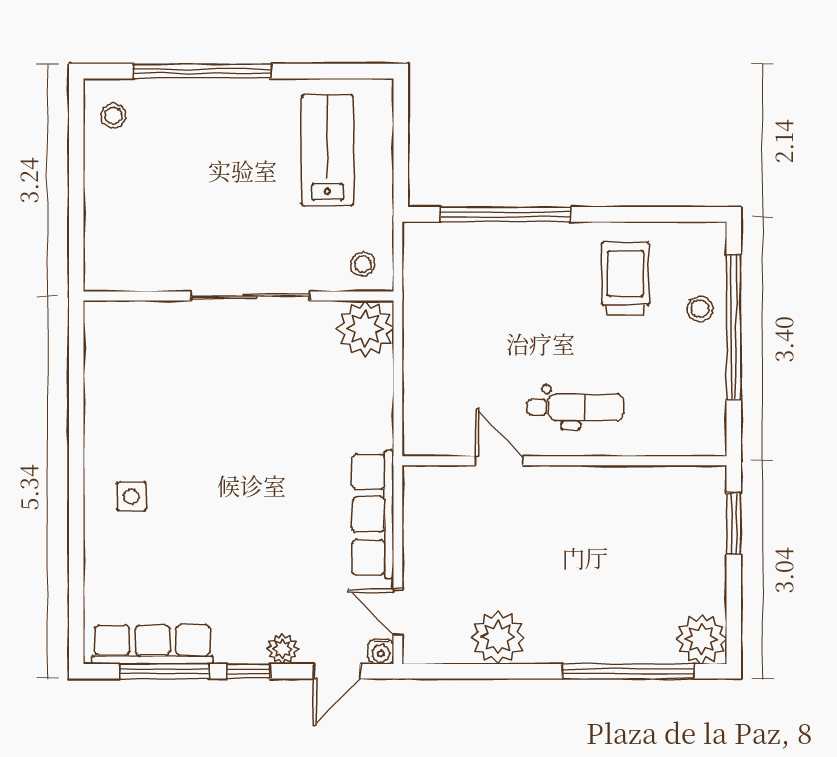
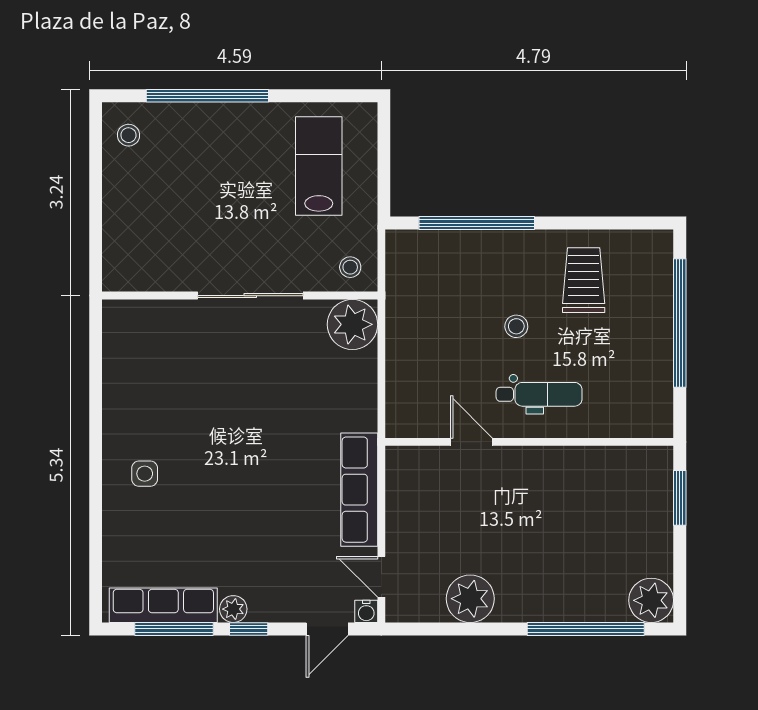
stool: (700, 309) -> (516, 326), moved
plant: (282, 649) -> (233, 609), moved

